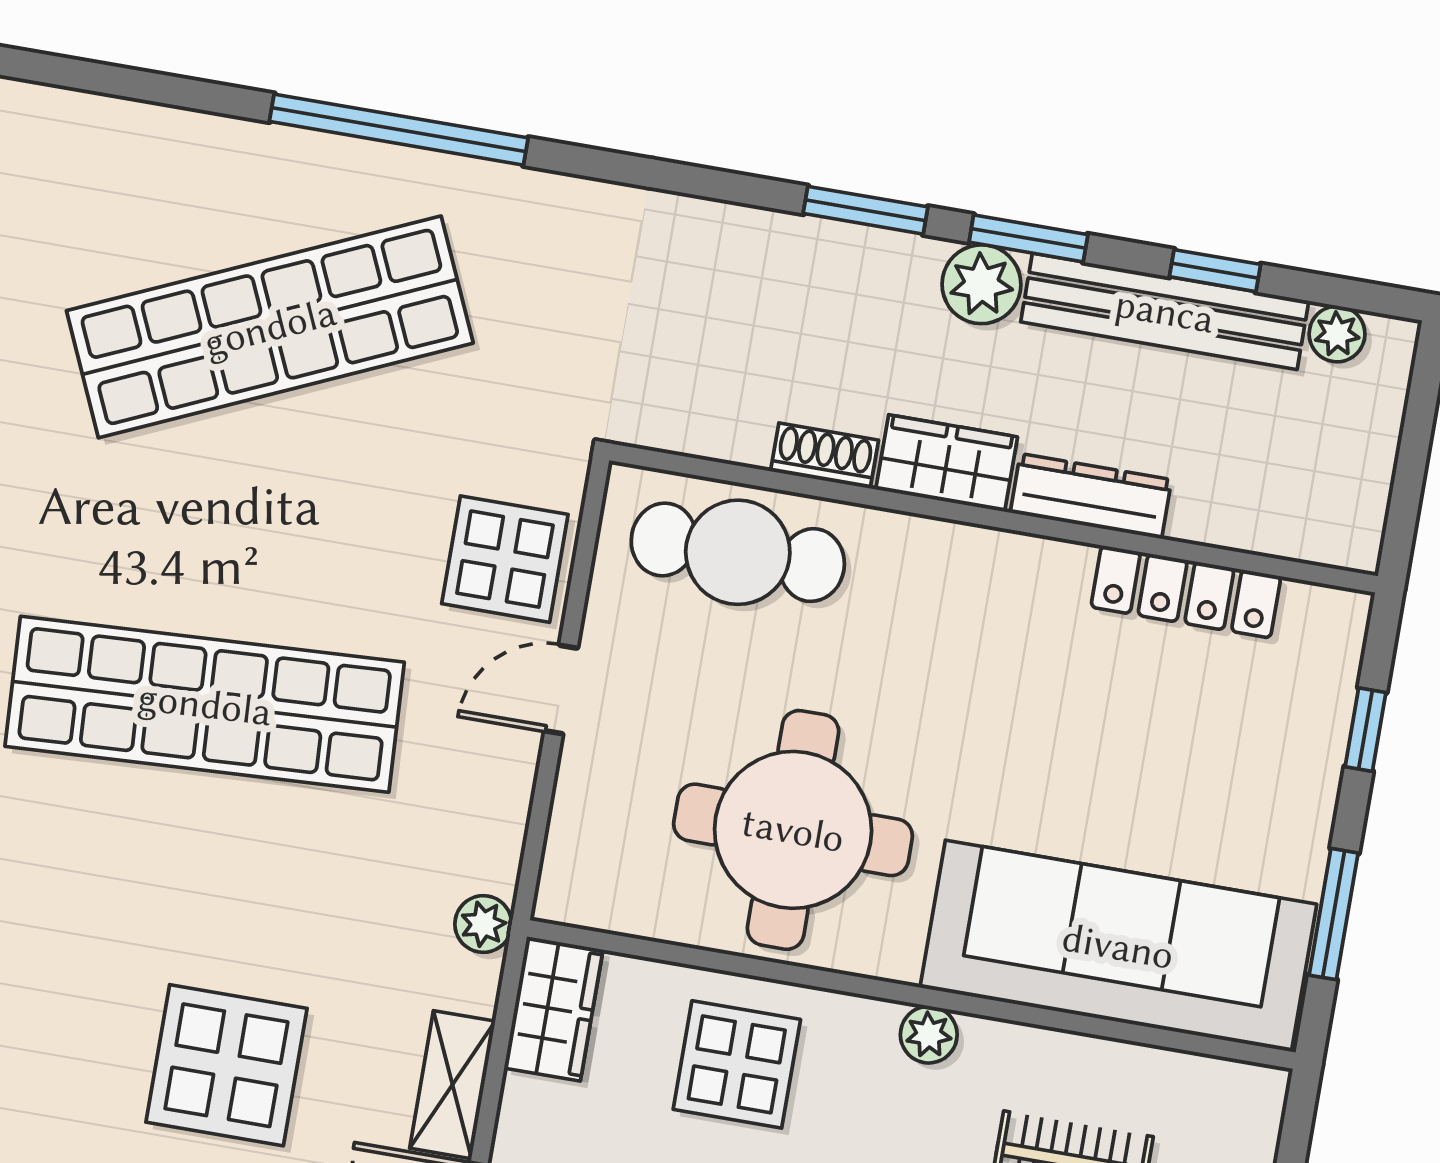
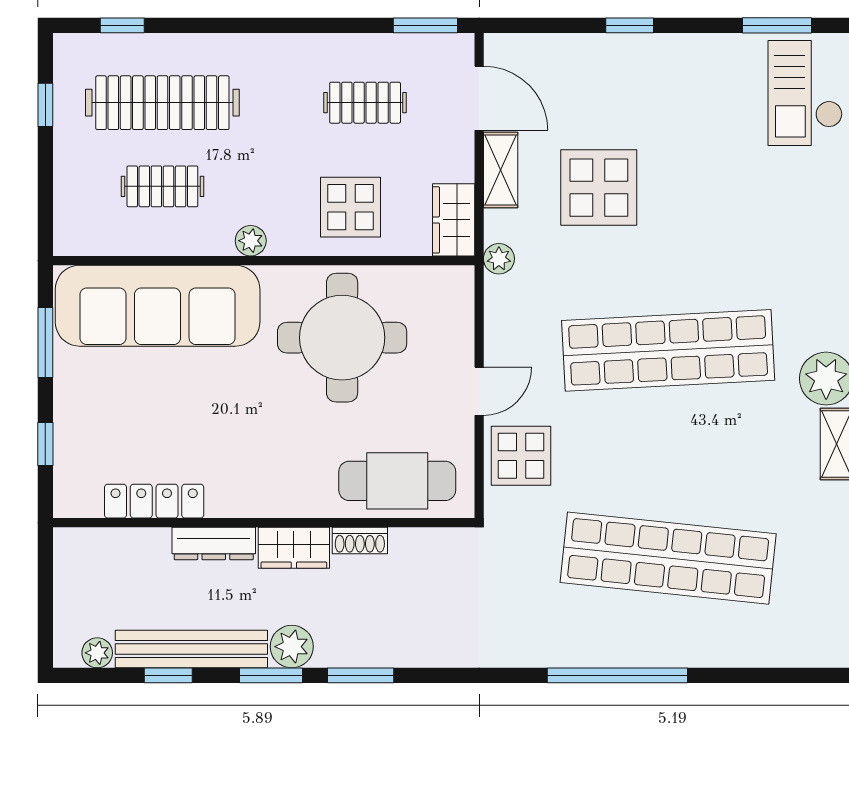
shop shelf: (270, 327) -> (668, 558), turned 30
display table: (226, 1065) -> (599, 188), moved

